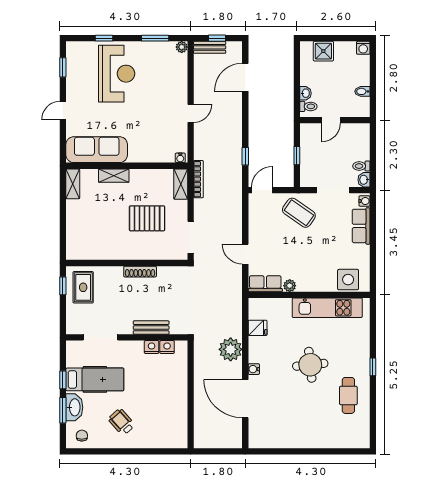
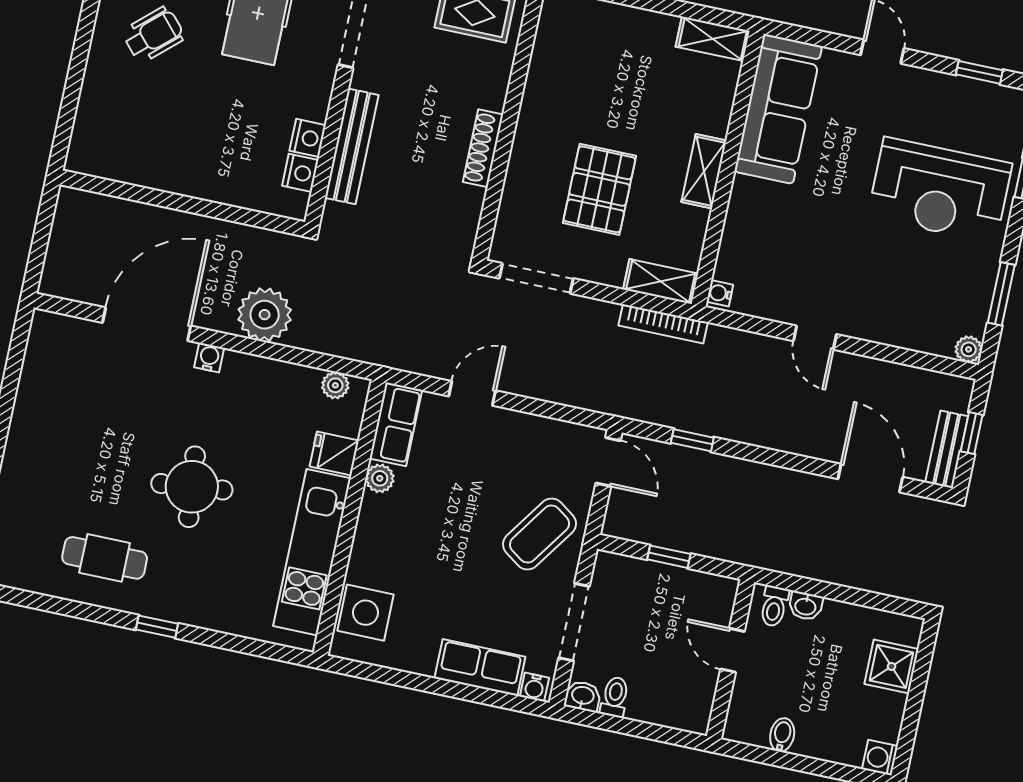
bench: (210, 47) -> (947, 449), moved
shelving: (114, 176) -> (704, 171), moved
plant: (254, 313) -> (335, 385), added
bench: (151, 328) -> (352, 146), width x1.36
fridge: (258, 328) -> (334, 453), moved, turned 90

